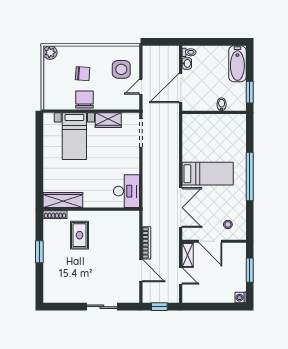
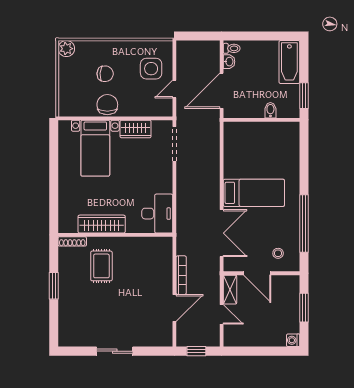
window: (250, 176) -> (304, 224), moved
wardrobe: (63, 200) -> (102, 224), moved
door: (141, 270) -> (174, 308), hinge flipped
sliding door: (102, 307) -> (115, 351), moved

